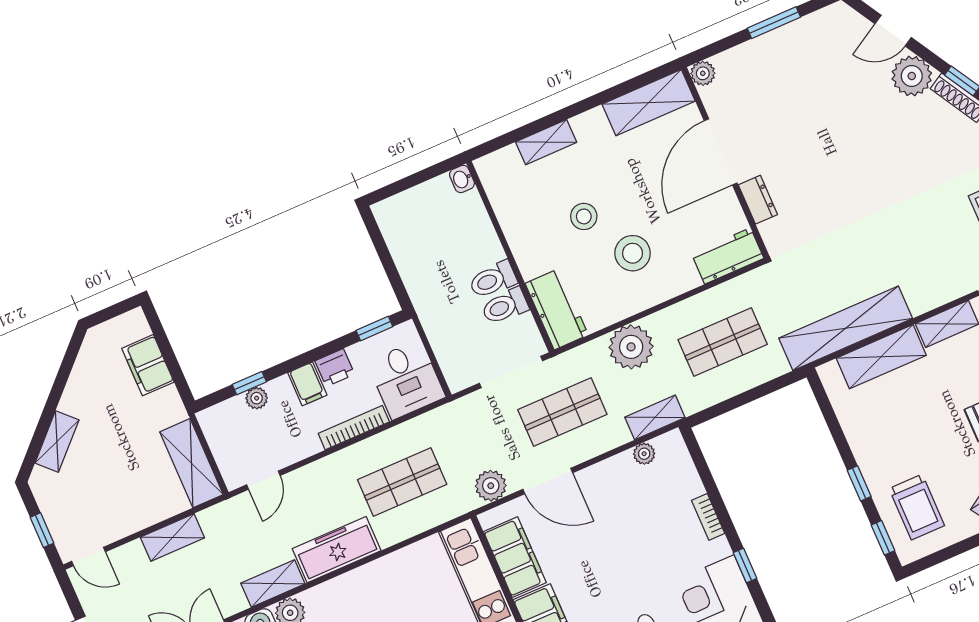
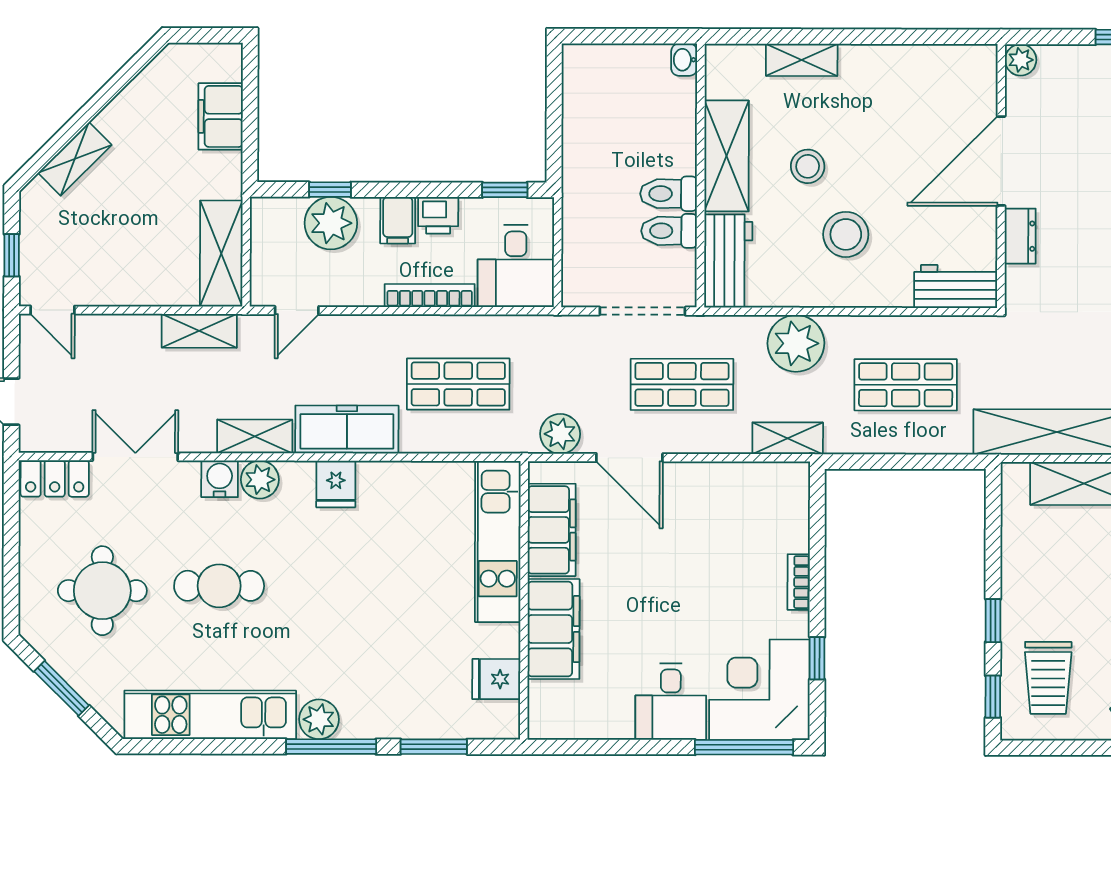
shelving: (649, 103) -> (727, 156), moved, turned 90
plant: (257, 398) -> (331, 223), width x1.87, depth x1.87
plant: (644, 454) -> (756, 475), removed
shelving: (172, 537) -> (199, 331), moved
fridge: (346, 592) -> (336, 484), added

